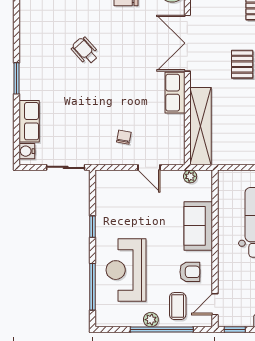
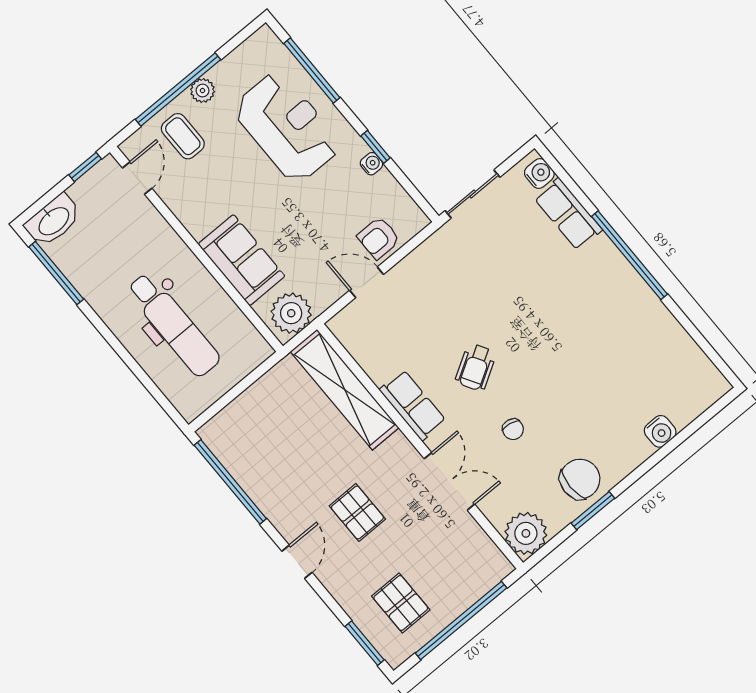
double door: (187, 43) -> (449, 481), width x0.73
wheelchair: (85, 51) -> (476, 367), moved, turned 101
window: (17, 78) -> (629, 255), width x2.11
chair: (124, 137) -> (513, 429), moved
plant: (190, 176) -> (291, 313), width x1.88, depth x1.88
water cooler: (101, 220) -> (371, 164), added
armchair: (190, 272) -> (379, 238), moved

